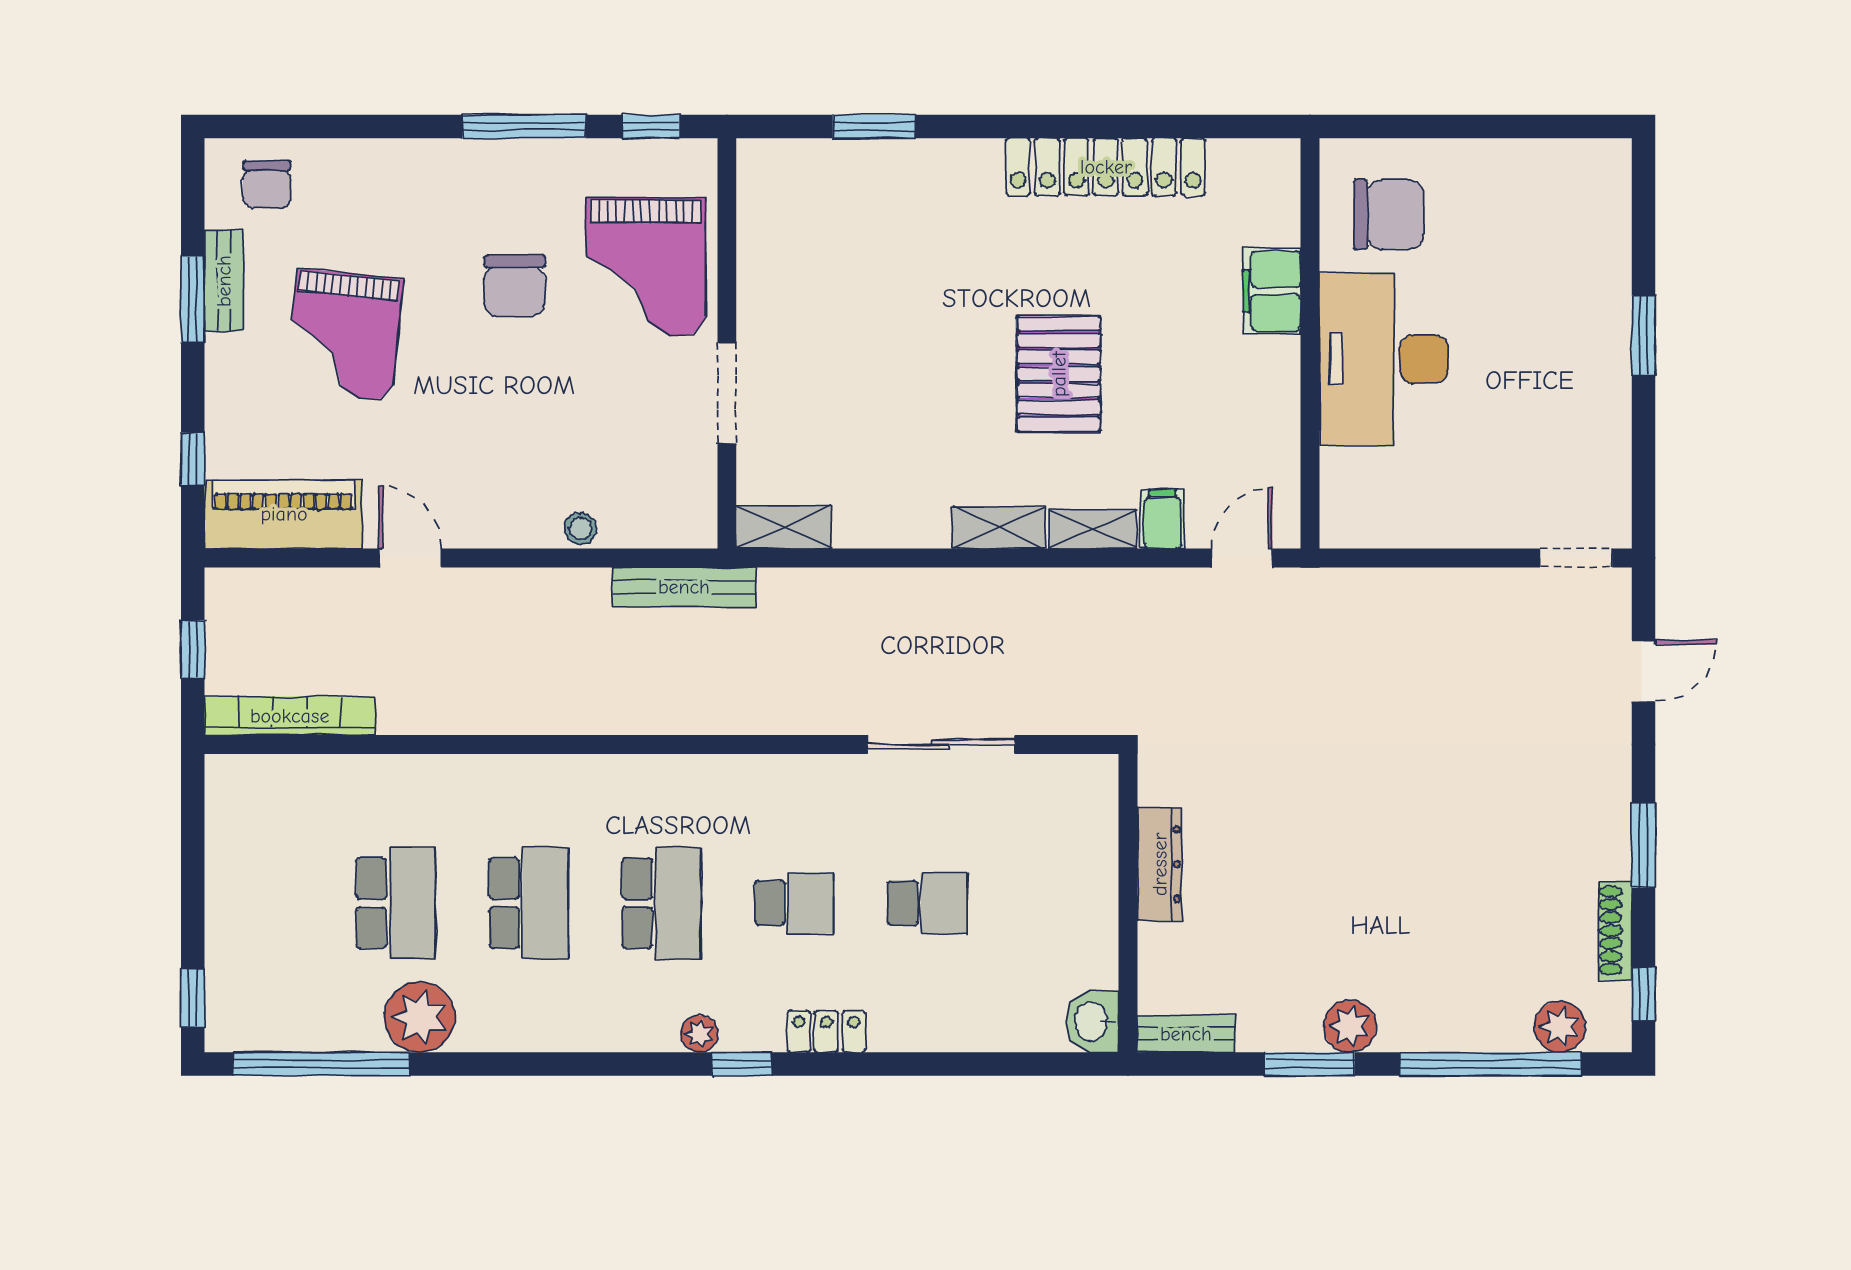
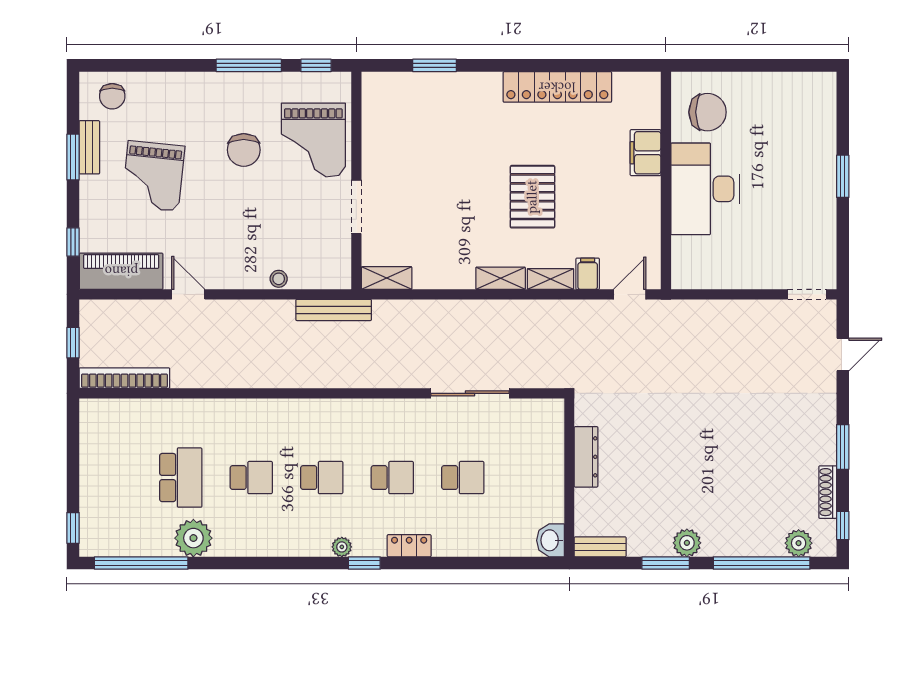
school desk: (529, 903) -> (251, 478), width x0.54
school desk: (662, 903) -> (322, 478), width x0.54

